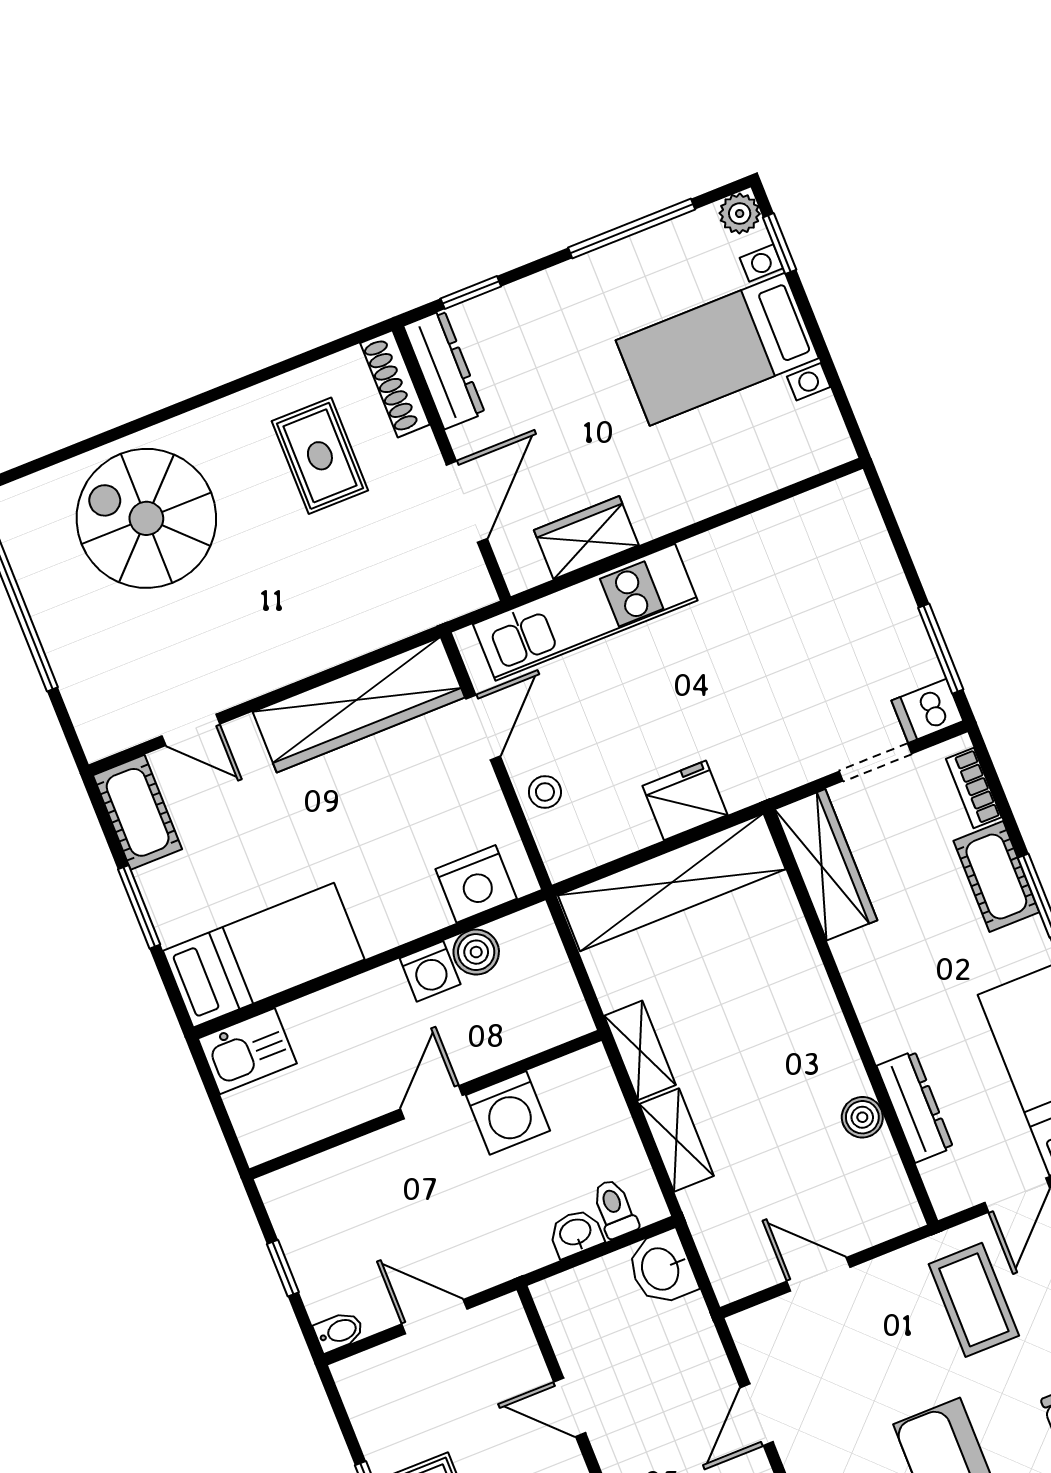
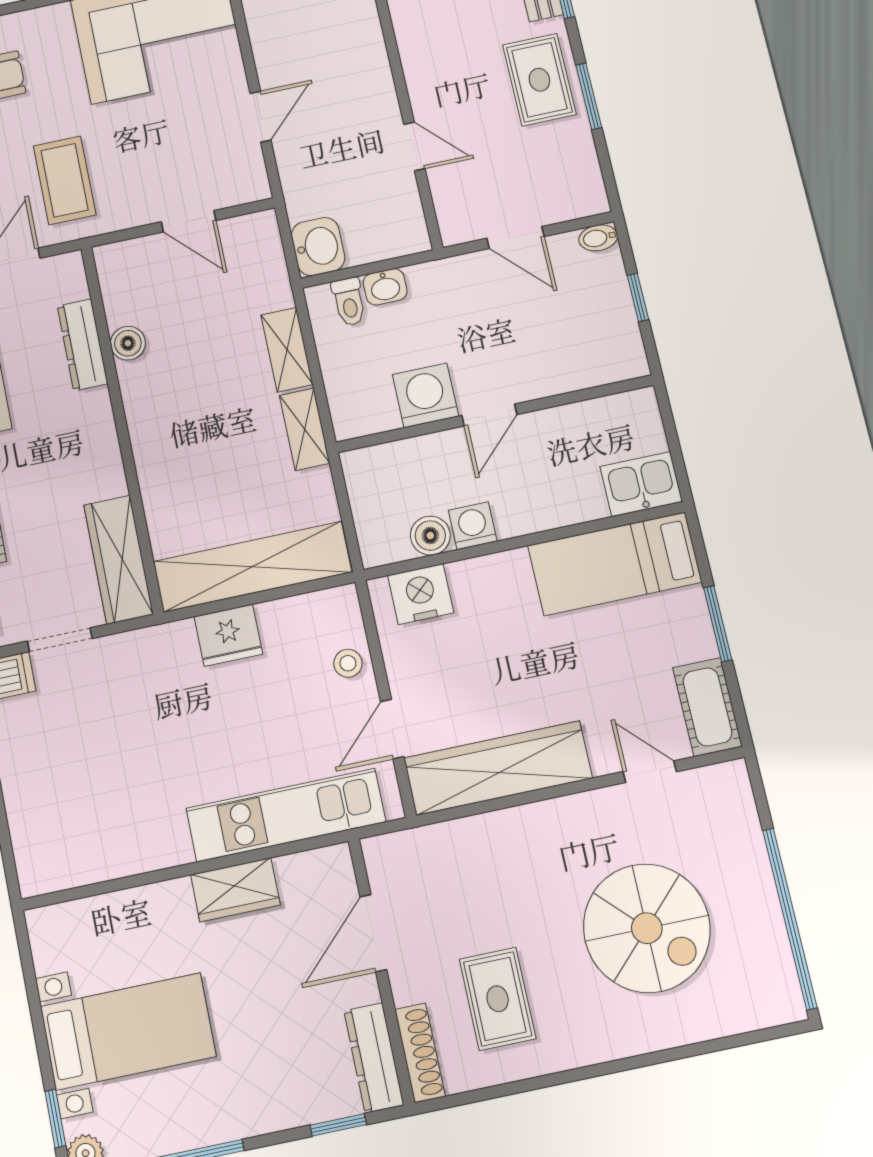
spiral stairs: (146, 518) -> (647, 928), moved
wardrobe: (586, 538) -> (235, 890), moved

